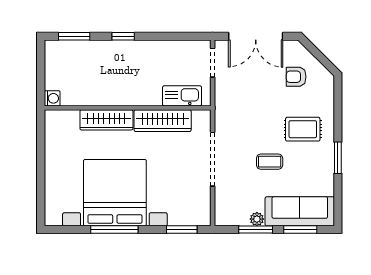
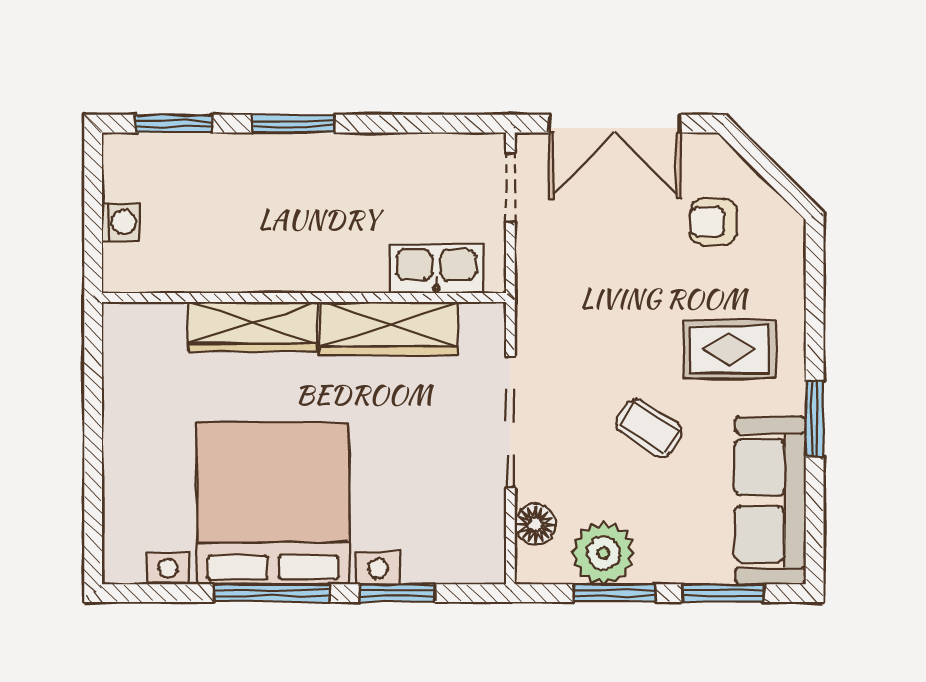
window: (123, 36) -> (293, 124), width x1.50
washing machine: (52, 98) -> (121, 222), moved
coffee table: (270, 162) -> (649, 428), turned 33
floor lamp: (223, 201) -> (535, 524), added
sofa: (300, 211) -> (770, 501), moved, turned -90
plant: (257, 219) -> (603, 553), width x1.88, depth x1.88
window: (182, 230) -> (397, 593), moved

